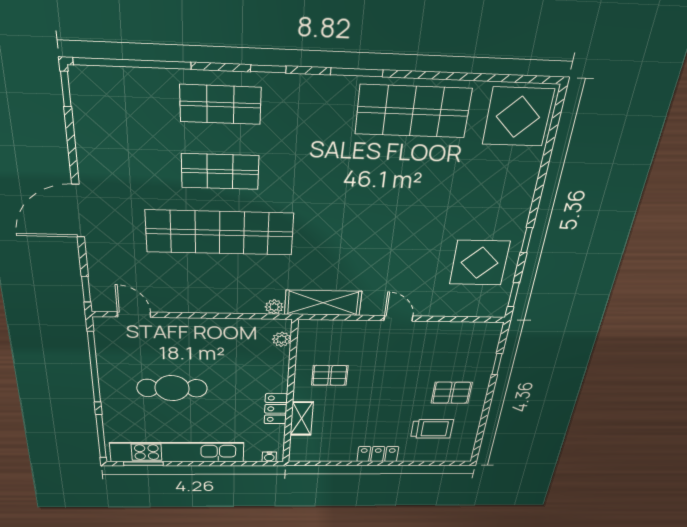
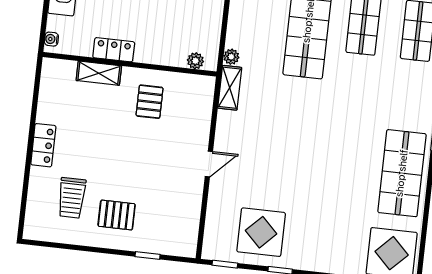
shelving: (323, 303) -> (230, 88), width x0.67, depth x0.75
pallet: (452, 393) -> (117, 215), turned 90

